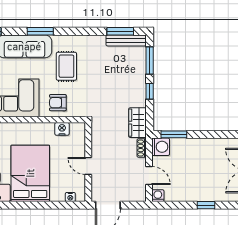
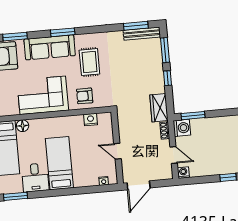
bed: (30, 173) -> (59, 163), width x0.67

